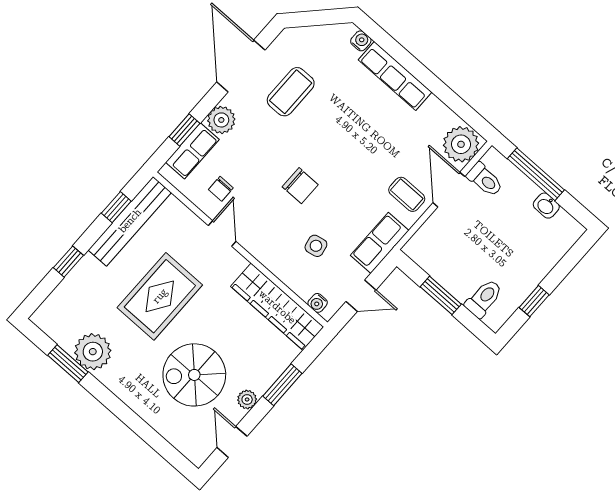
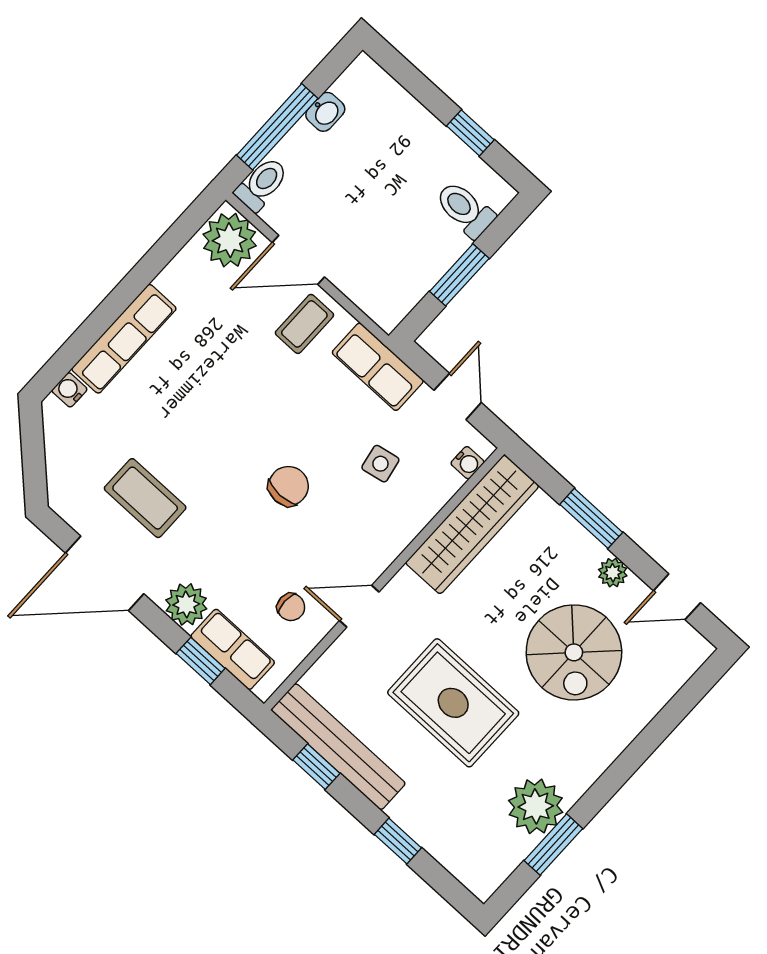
toilet: (485, 180) -> (262, 184), moved

